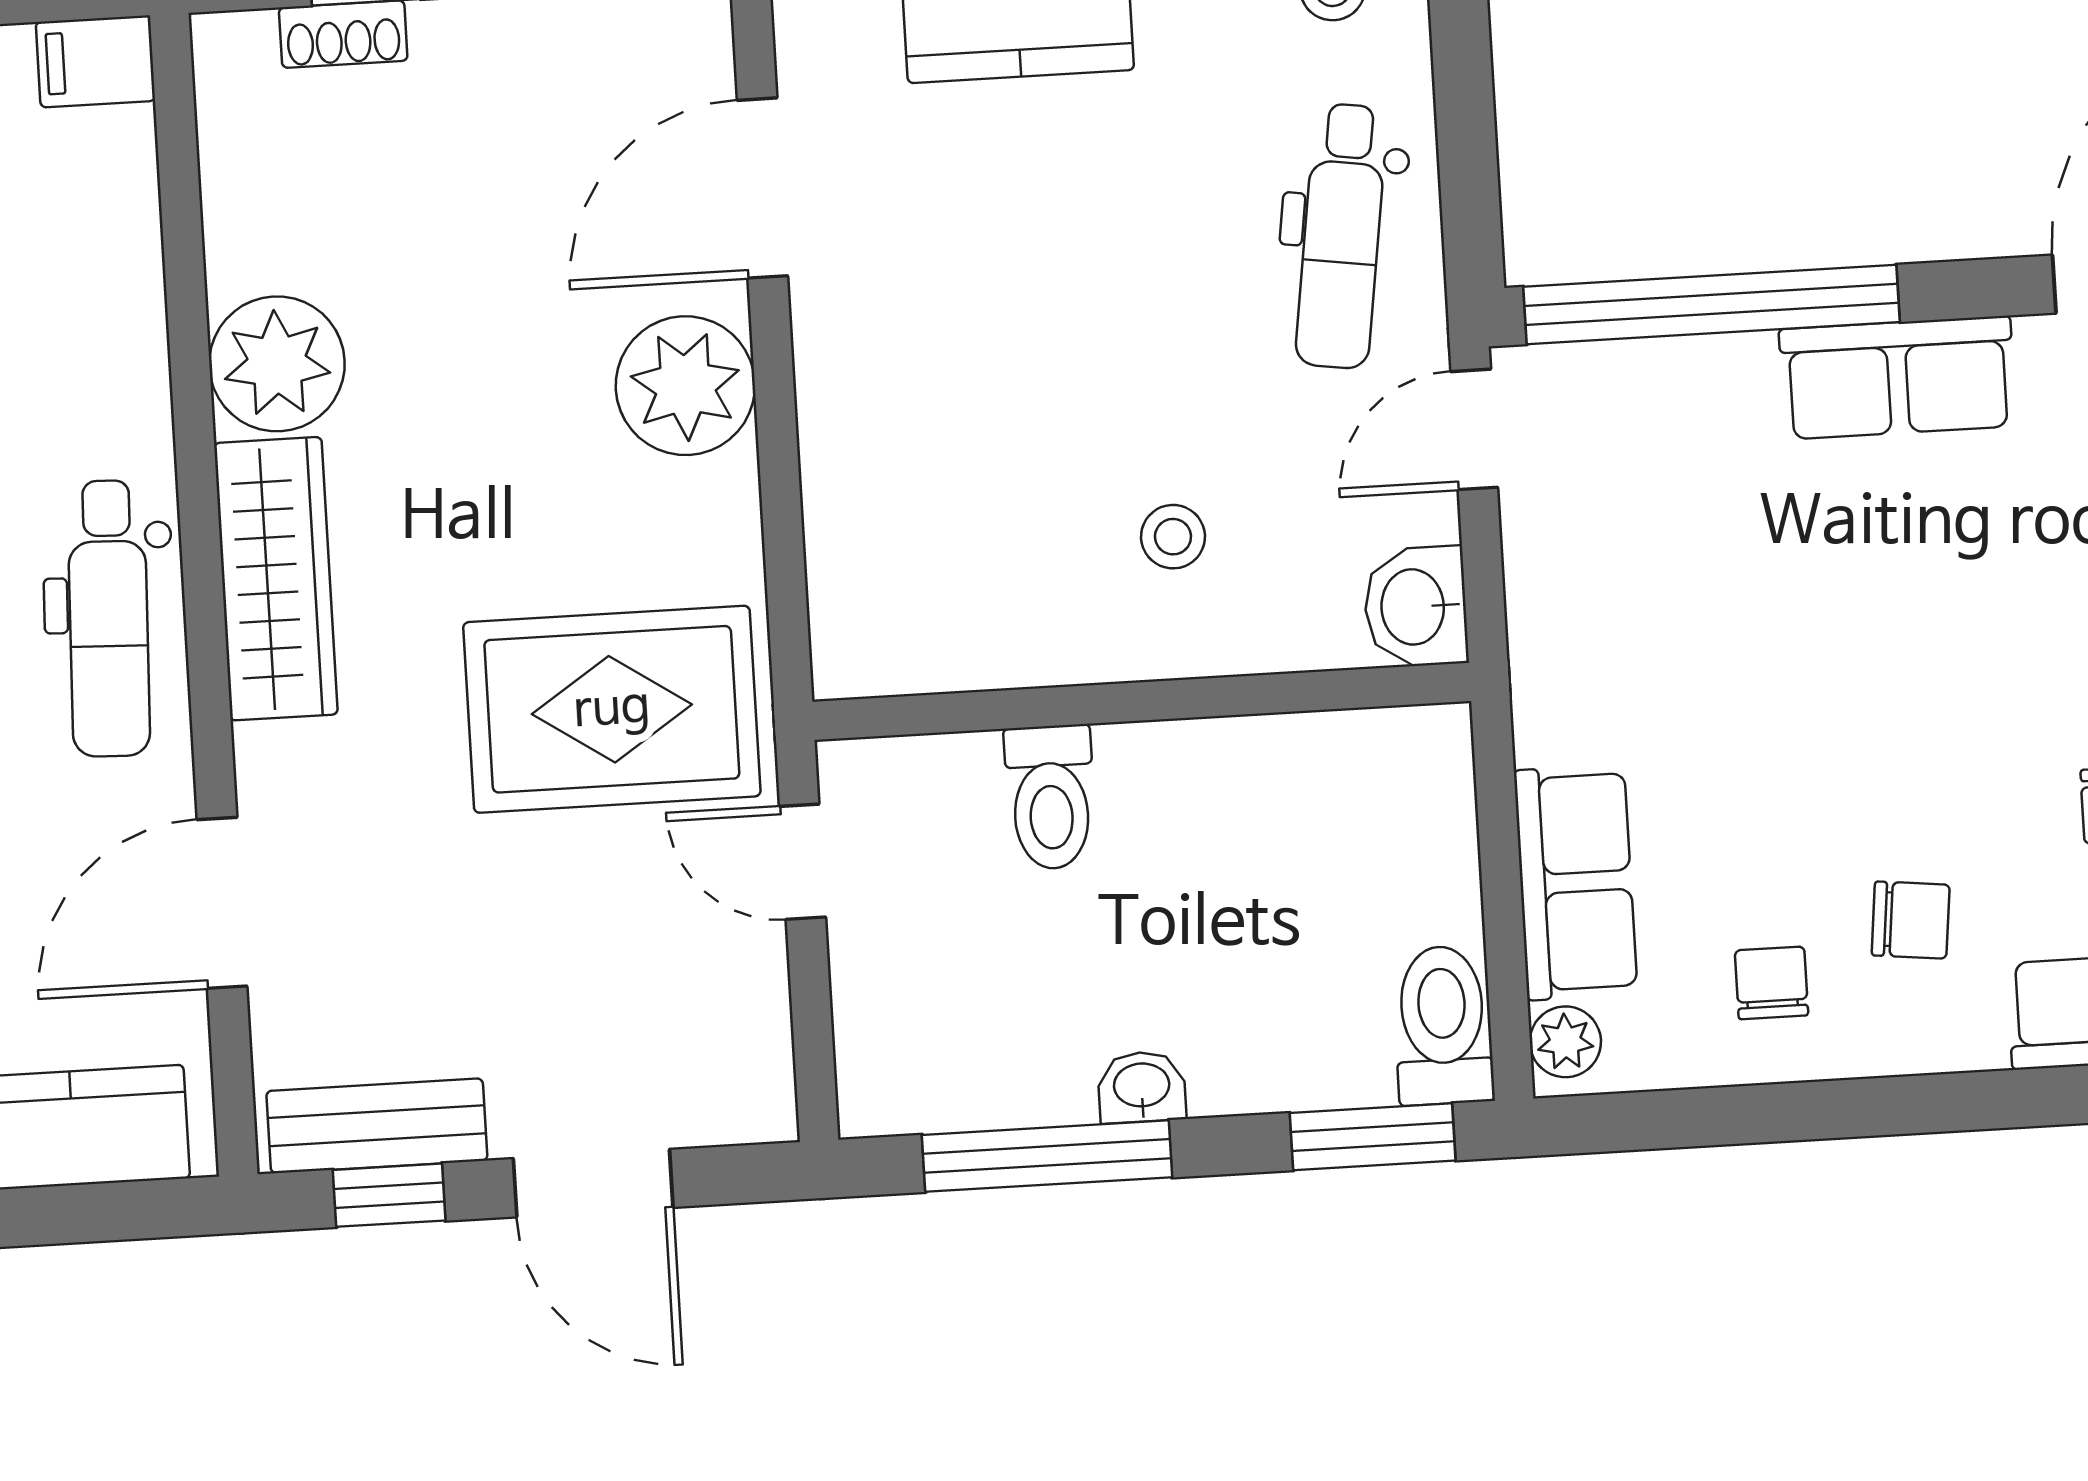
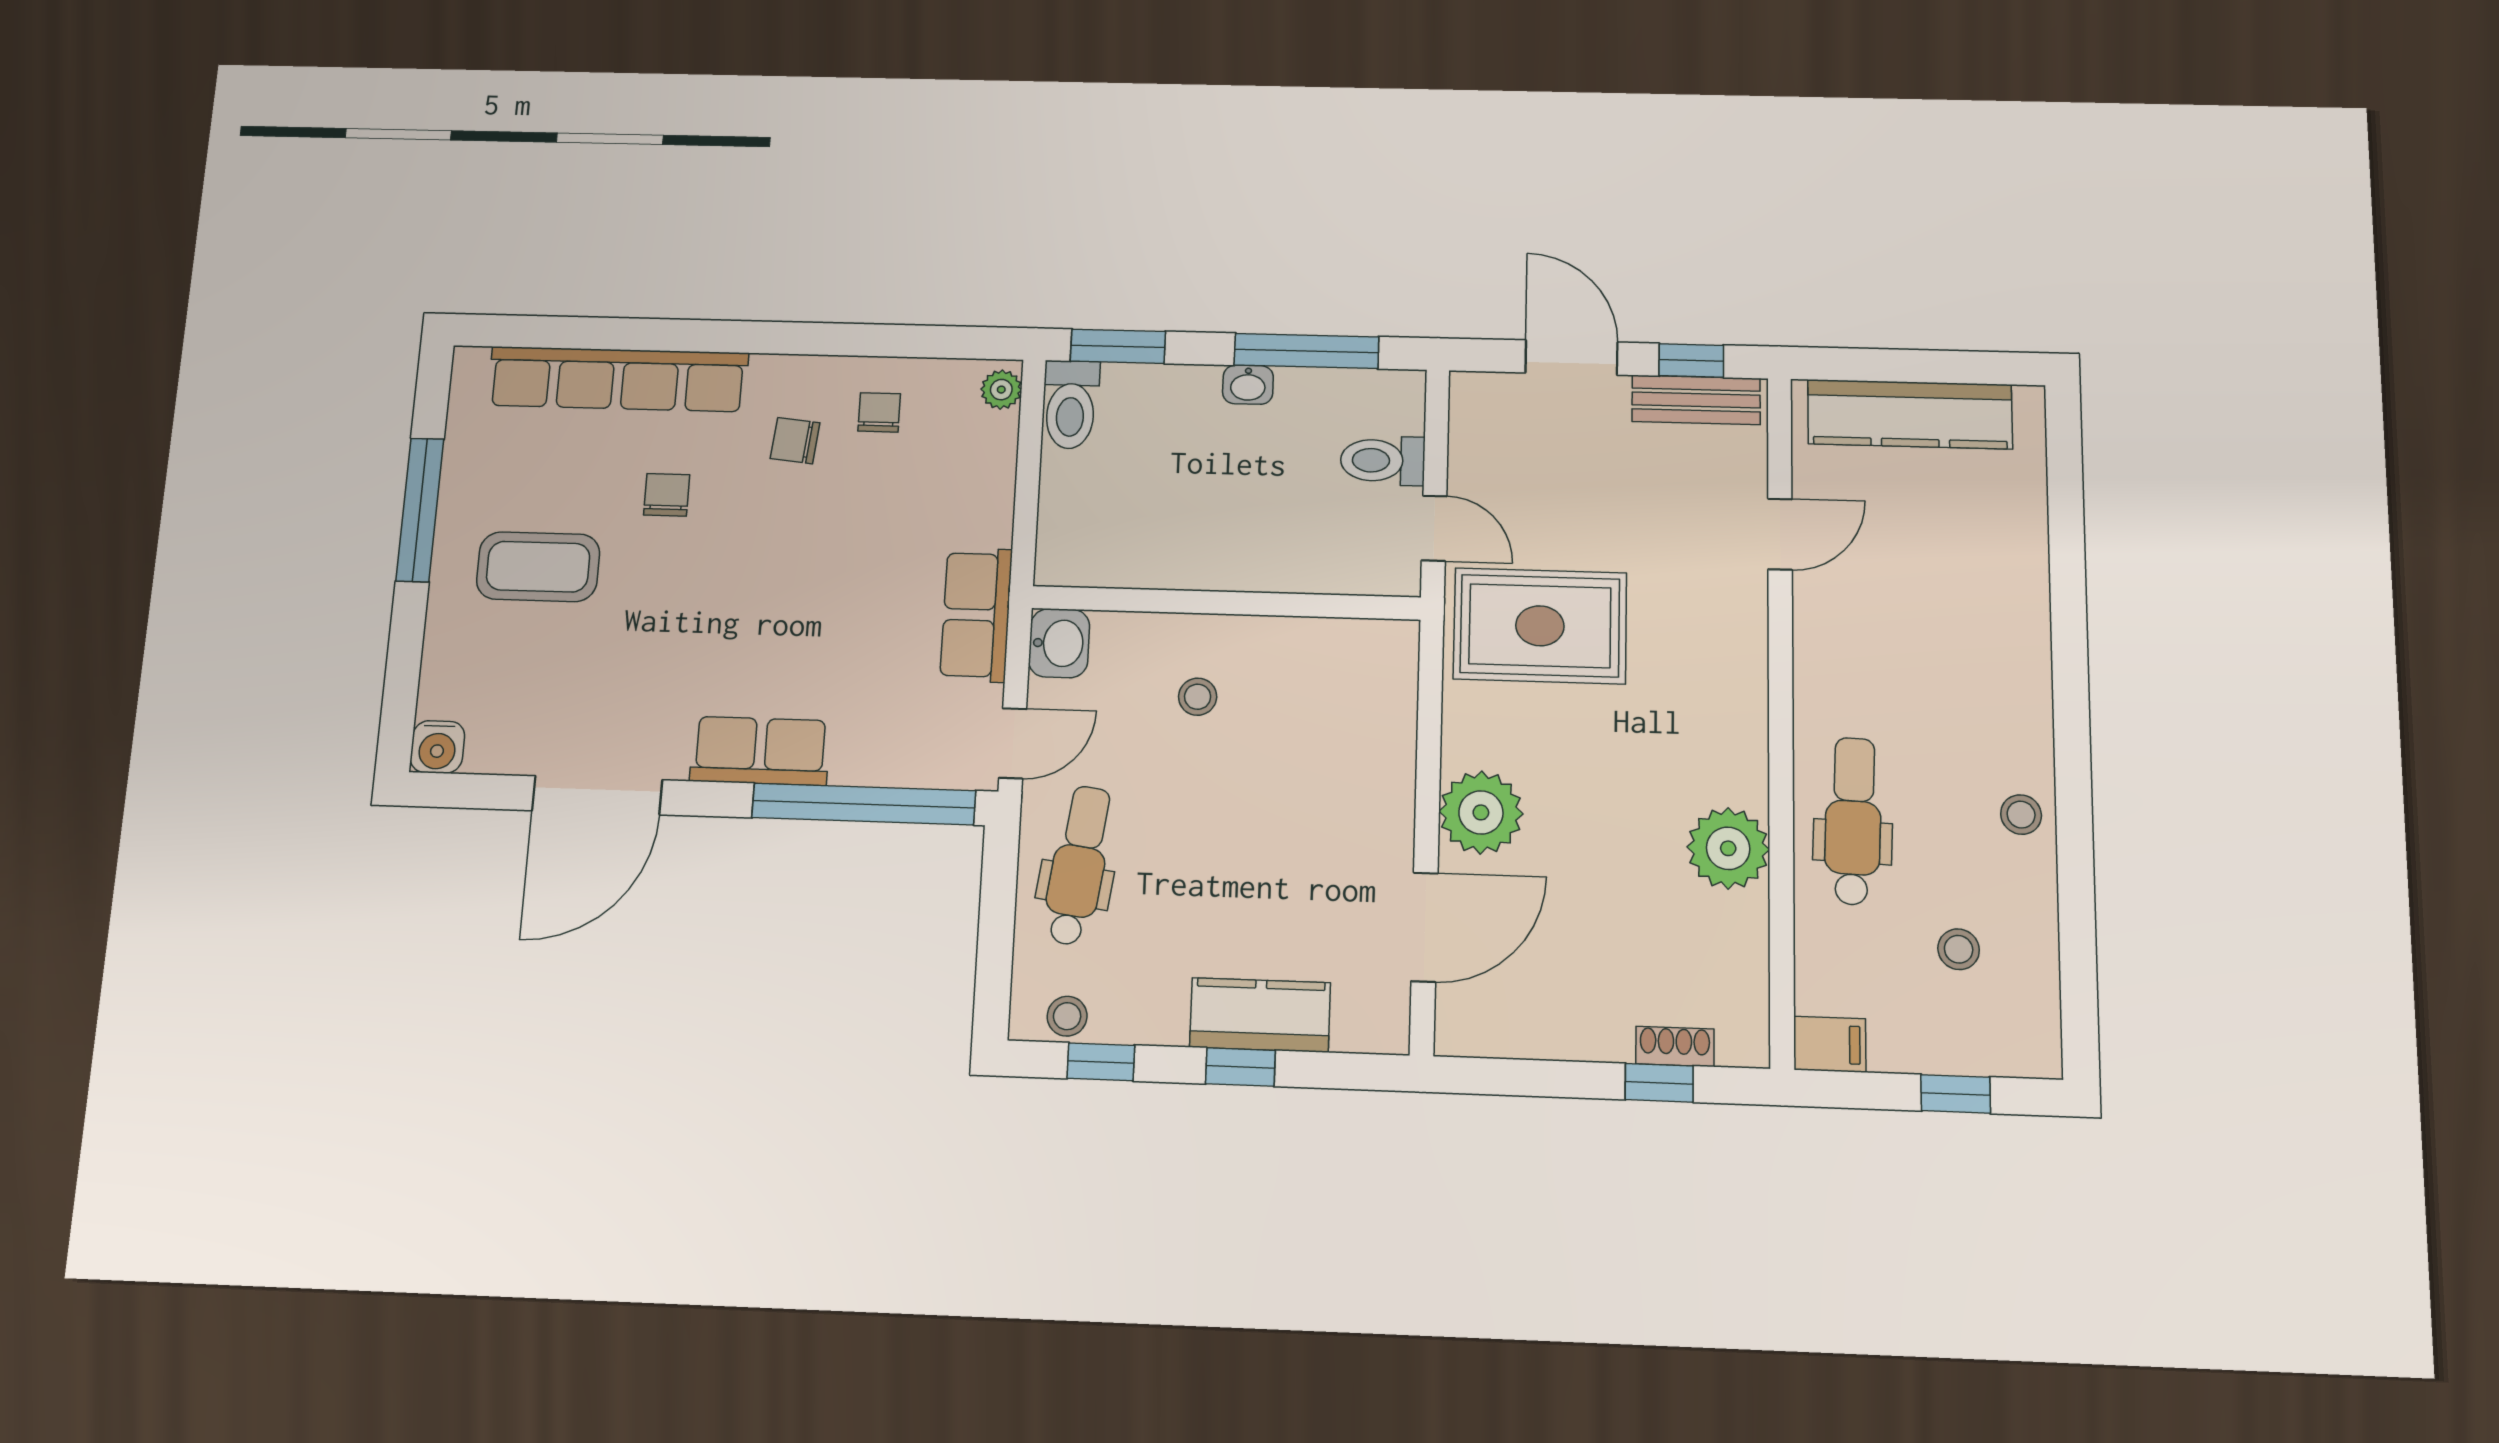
wardrobe: (276, 579) -> (1737, 720), removed
dental chair: (109, 618) -> (1853, 821), moved
toilet: (1051, 797) -> (1383, 461), moved, turned -90
row of seats: (1576, 882) -> (976, 615), moved
door: (222, 903) -> (1780, 534), width x0.73
chair: (1771, 983) -> (879, 412), turned 180

